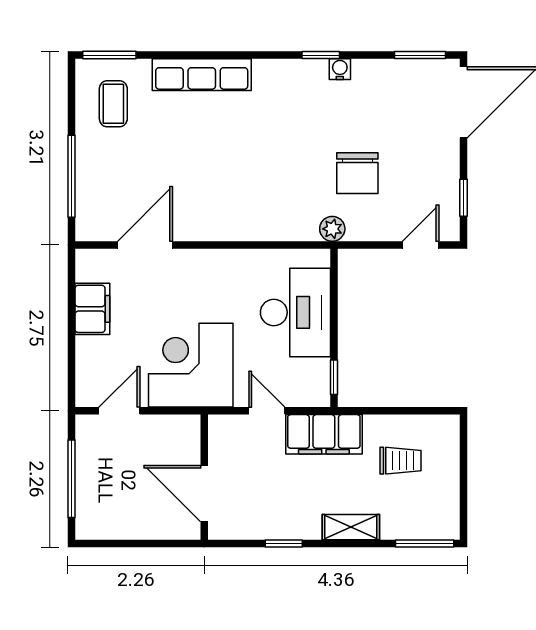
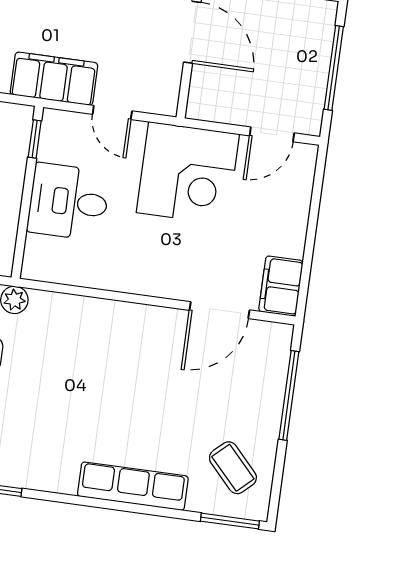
coffee table: (113, 104) -> (233, 468), turned -43
filing cabinet: (92, 309) -> (281, 286), moved
desk: (295, 312) -> (68, 202), width x0.73

